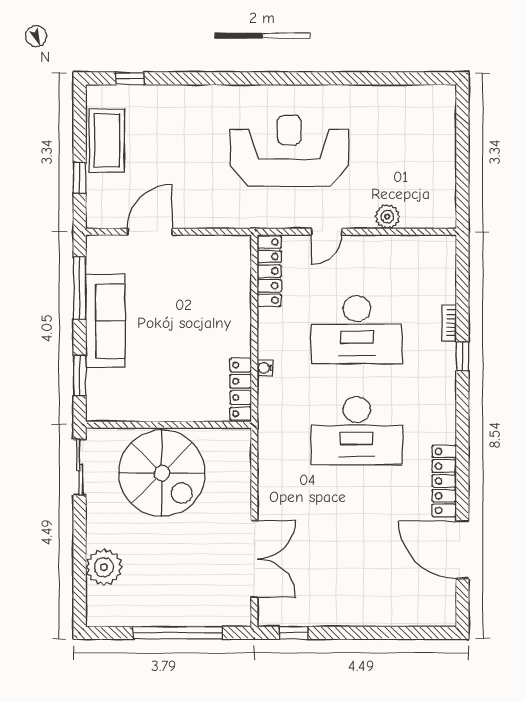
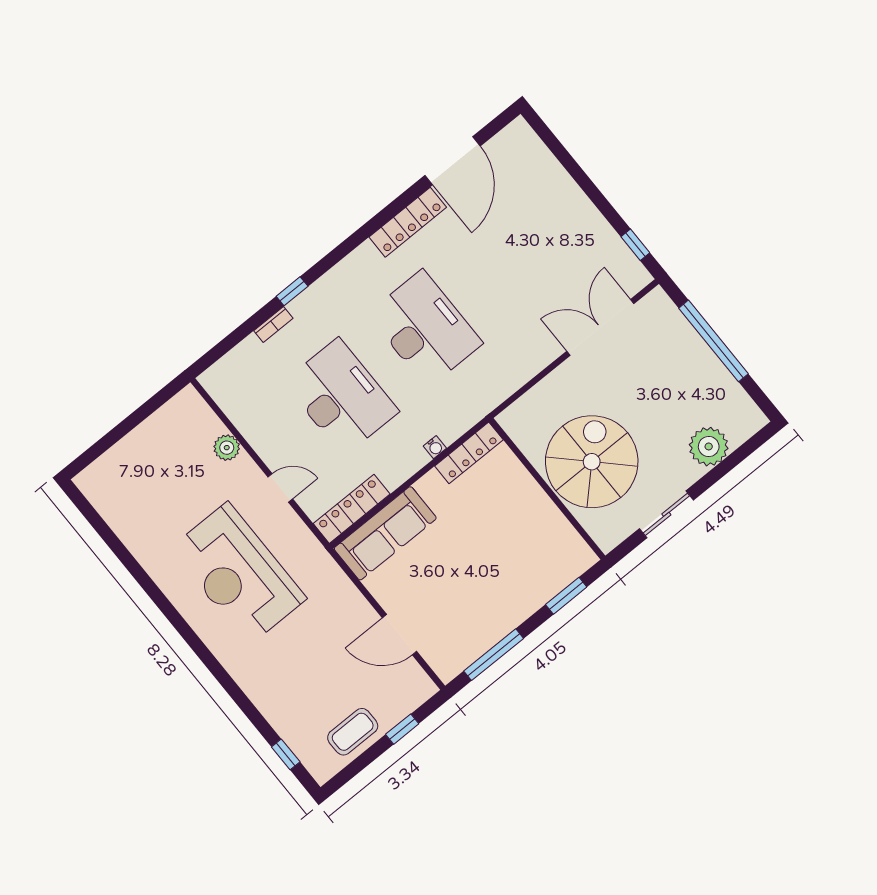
coffee table: (107, 140) -> (353, 732), width x0.73, depth x0.76
sofa: (105, 321) -> (385, 533), moved, turned 180
sliding door: (80, 467) -> (666, 514), moved

